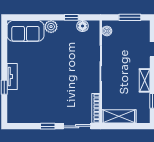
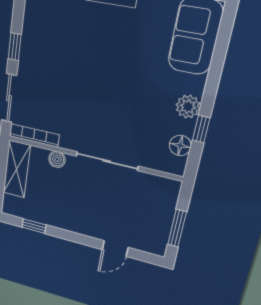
plant: (51, 27) -> (188, 107), moved
boiler: (107, 31) -> (57, 159), moved
shelving: (145, 80) -> (67, 223), removed

